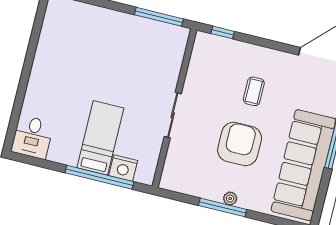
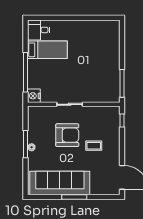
bed: (100, 138) -> (47, 50), moved
armchair: (240, 144) -> (67, 135), moved
nightstand: (123, 168) -> (34, 96), moved

